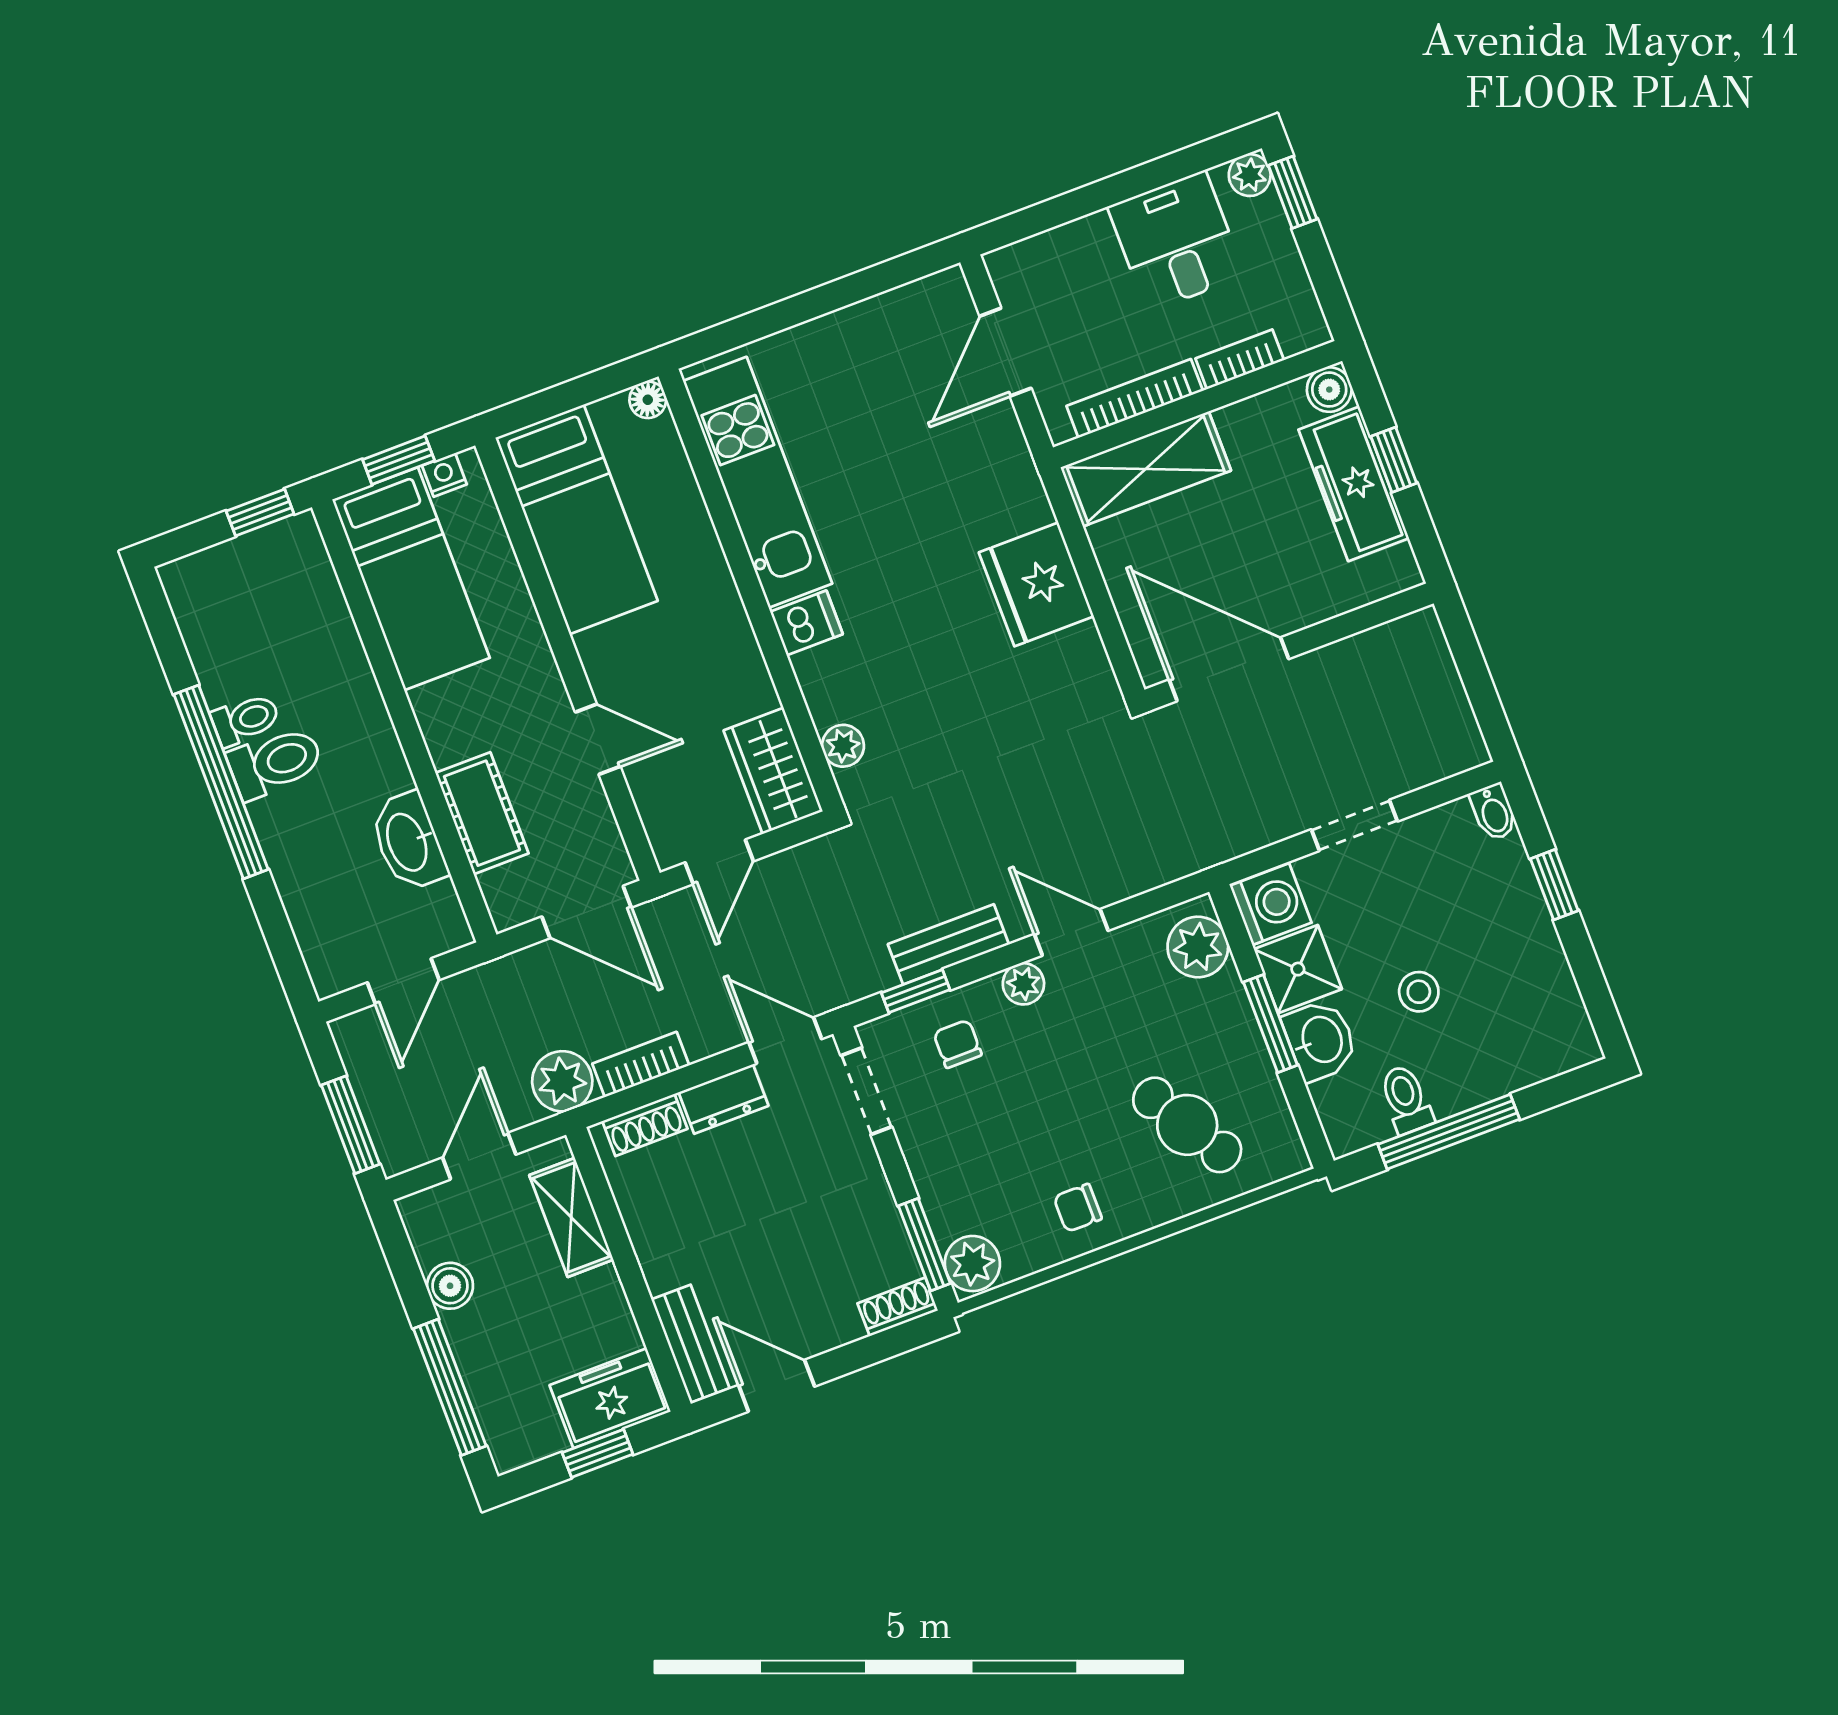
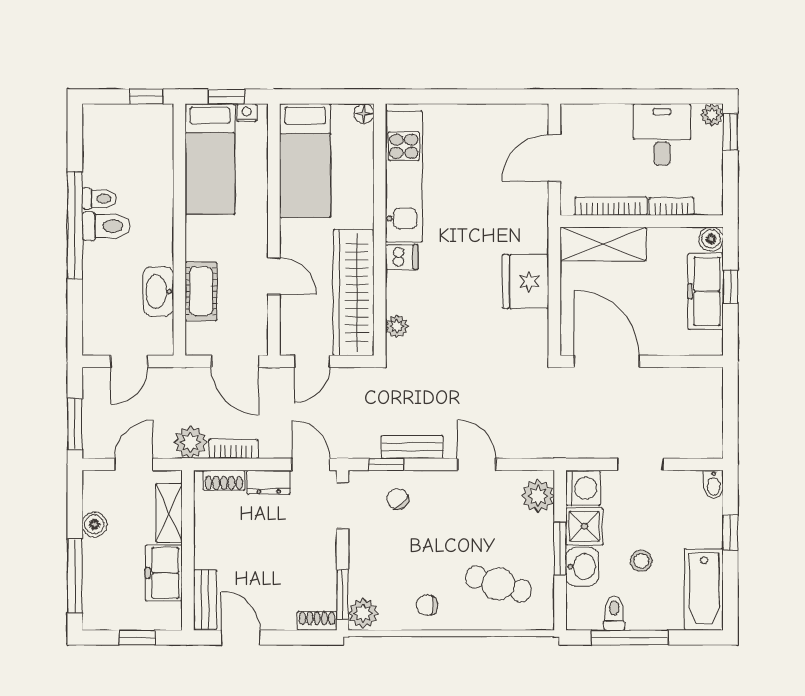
wardrobe: (773, 771) -> (354, 293), width x2.10, depth x1.17
plant: (1023, 984) -> (443, 481), removed
bathtub: (1546, 1000) -> (704, 590), added
chair: (958, 1044) -> (398, 499), turned -41
cafe table: (1187, 1125) -> (498, 584), turned -42
freezer: (610, 1398) -> (164, 573), moved, turned -90

